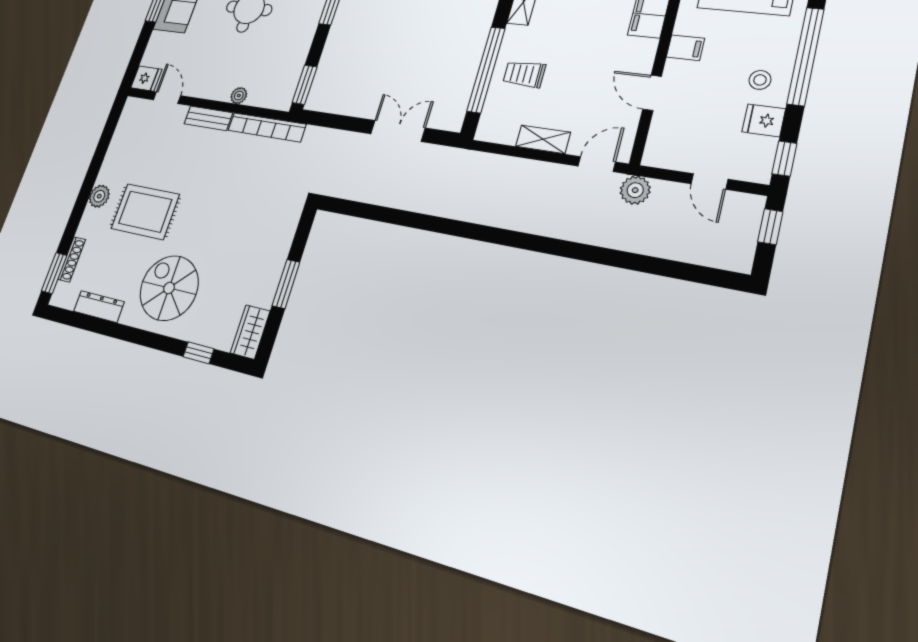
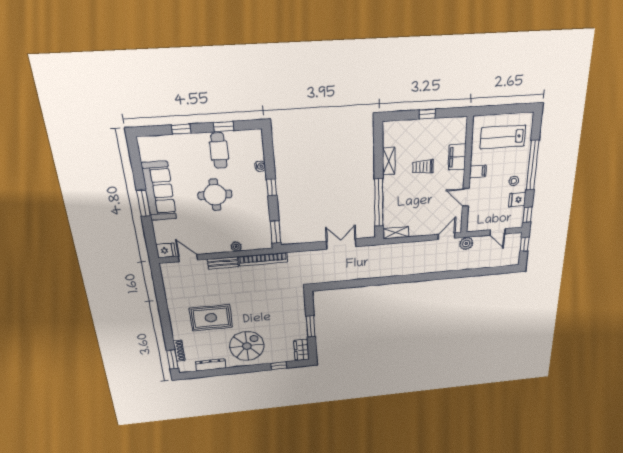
trolley: (524, 74) -> (423, 167), moved
shelving: (543, 139) -> (396, 233), moved
plant: (99, 196) -> (176, 318), removed
spiral stairs: (169, 288) -> (247, 346), turned 90

